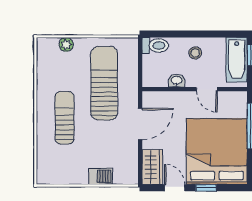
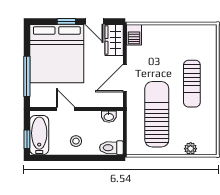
washbasin: (177, 81) -> (109, 117), moved
sun lounger: (104, 83) -> (157, 114), turned 180
barbecue: (101, 176) -> (134, 35), moved, turned -90

